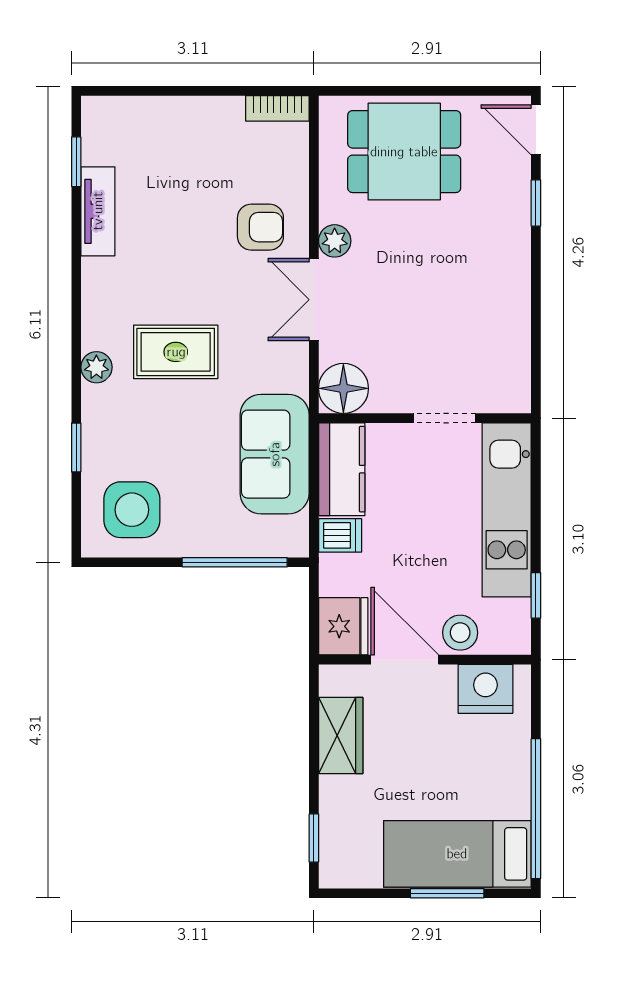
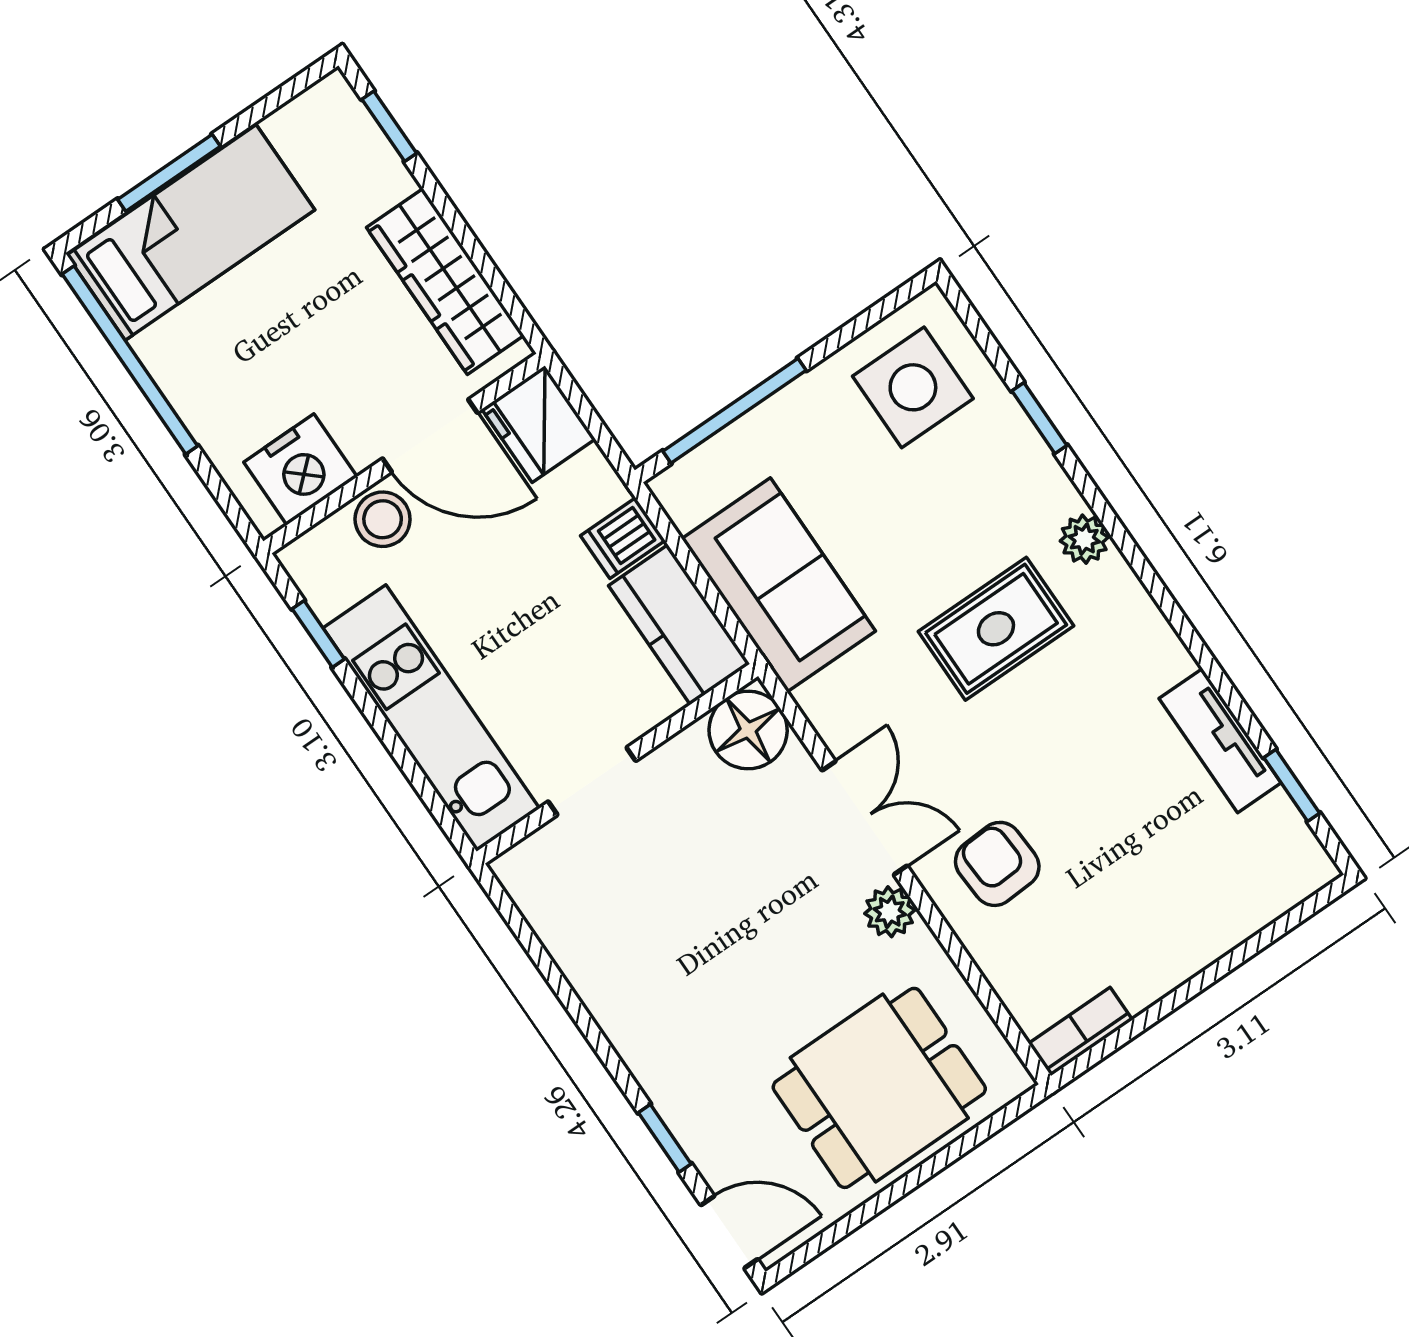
armchair: (260, 227) -> (997, 864), turned 87
wardrobe: (341, 736) -> (445, 281), width x1.50

